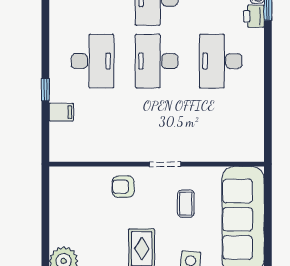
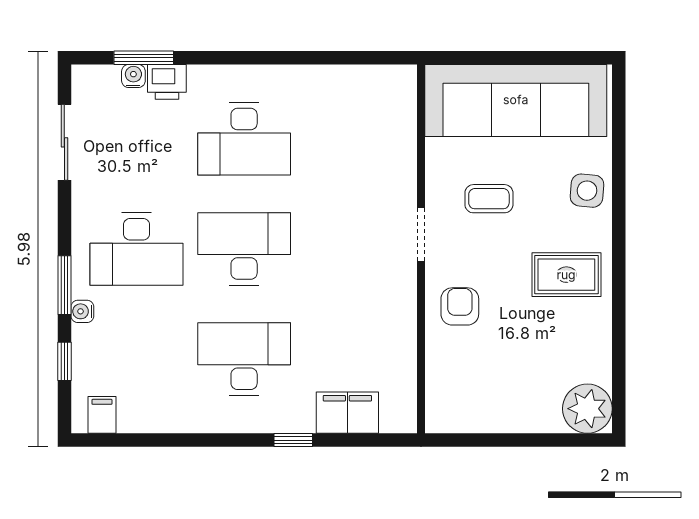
desk: (157, 61) -> (244, 249), turned 180
filing cabinet: (61, 112) -> (347, 413), width x2.00
armchair: (123, 187) -> (460, 306), turned 180

